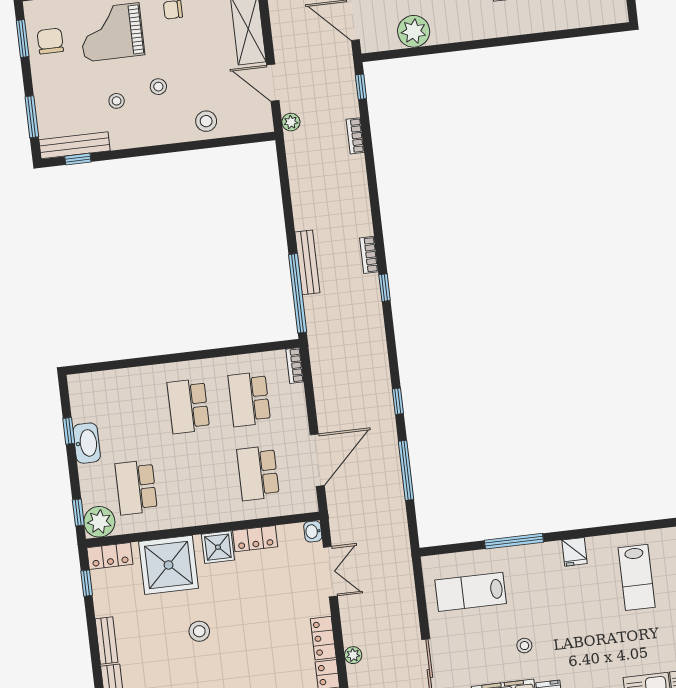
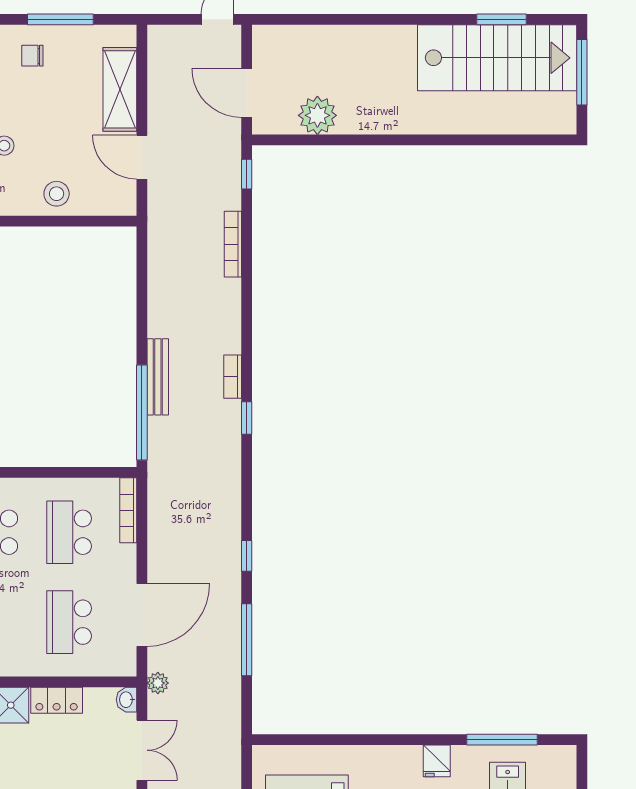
plant: (291, 122) -> (158, 683), moved
bookcase: (355, 136) -> (233, 244), width x1.56
bookcase: (295, 366) -> (128, 510), width x1.56
window: (514, 541) -> (502, 740), moved

